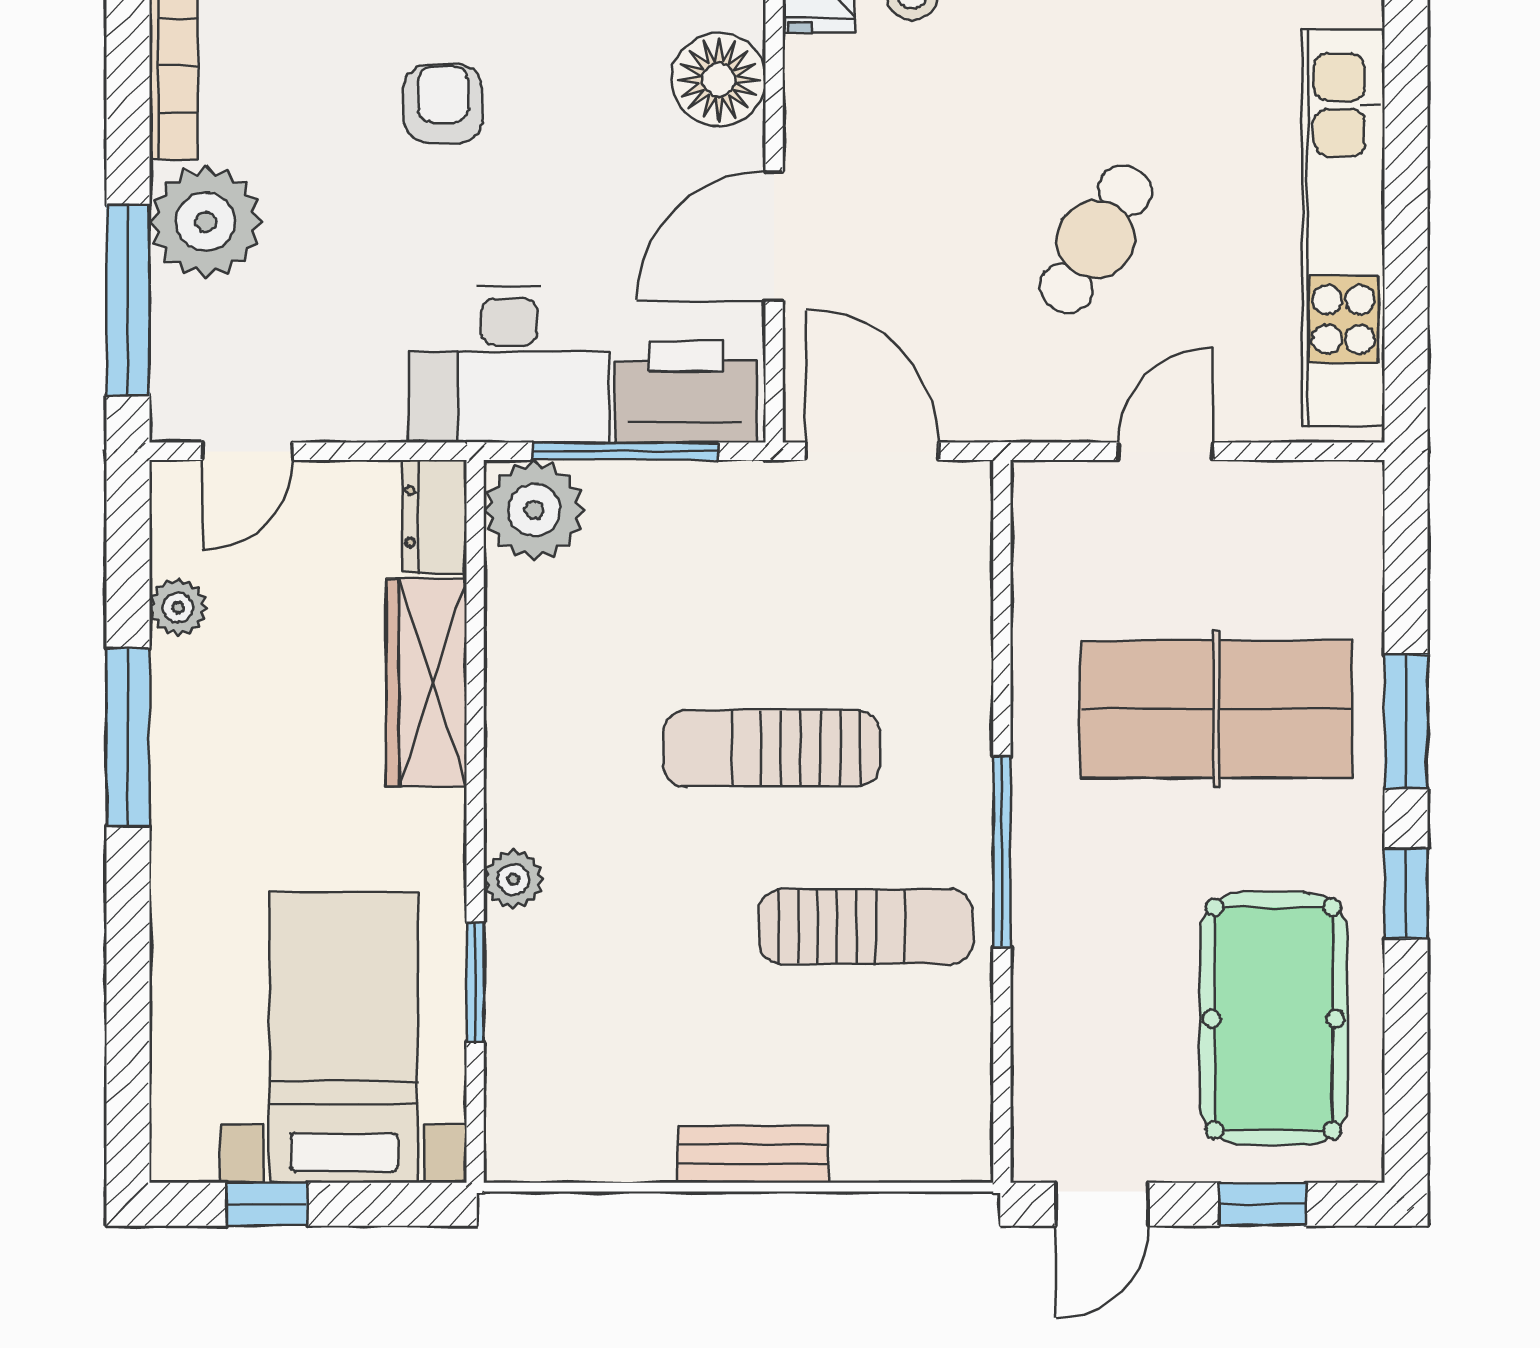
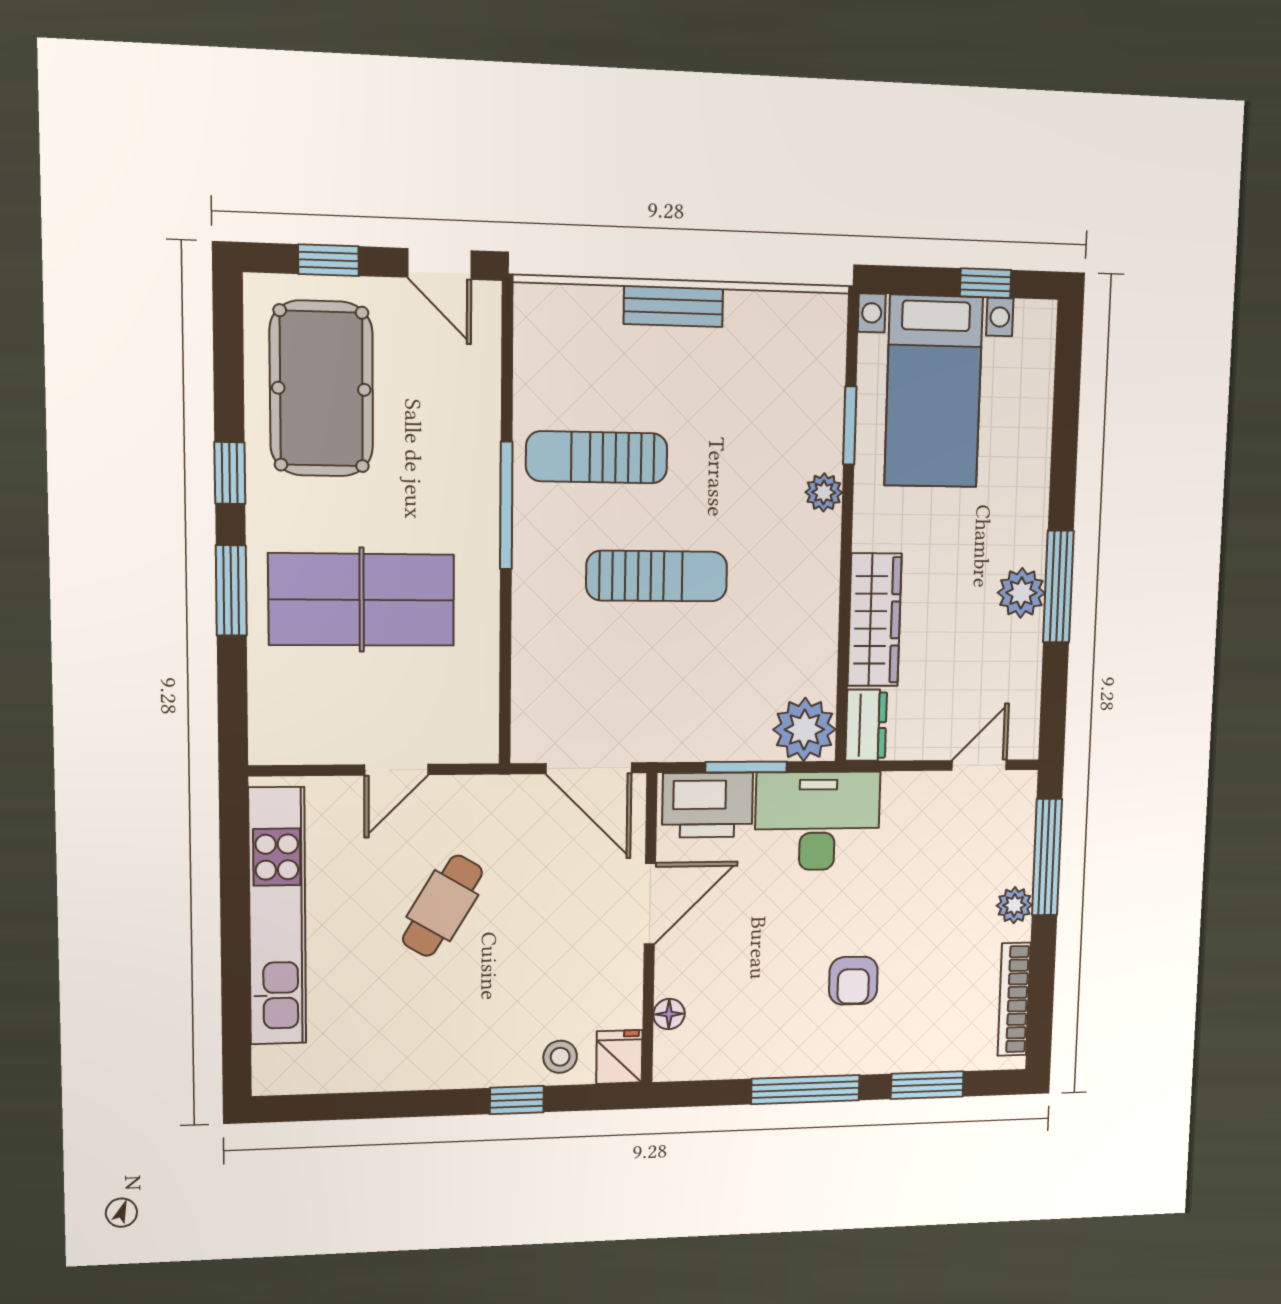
floor lamp: (719, 80) -> (669, 1014), width x0.53, depth x0.53
plant: (206, 222) -> (1014, 905), width x0.53, depth x0.53
window: (626, 451) -> (746, 767), width x0.69
plant: (178, 607) -> (1021, 593), moved, width x1.38, depth x1.38
door: (1102, 1204) -> (439, 264), swing flipped

